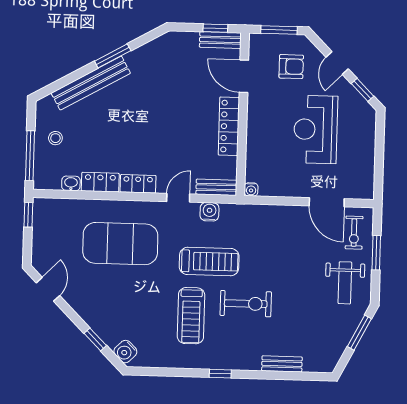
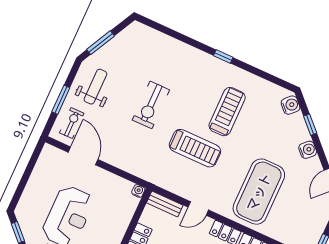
water cooler: (209, 212) -> (308, 150), moved, turned -135
exercise mat: (120, 244) -> (259, 192), turned 90
treadmill: (209, 261) -> (195, 148), turned 180
exercise bike: (246, 304) -> (151, 105), moved, turned -90
bench: (282, 364) -> (172, 44), removed

